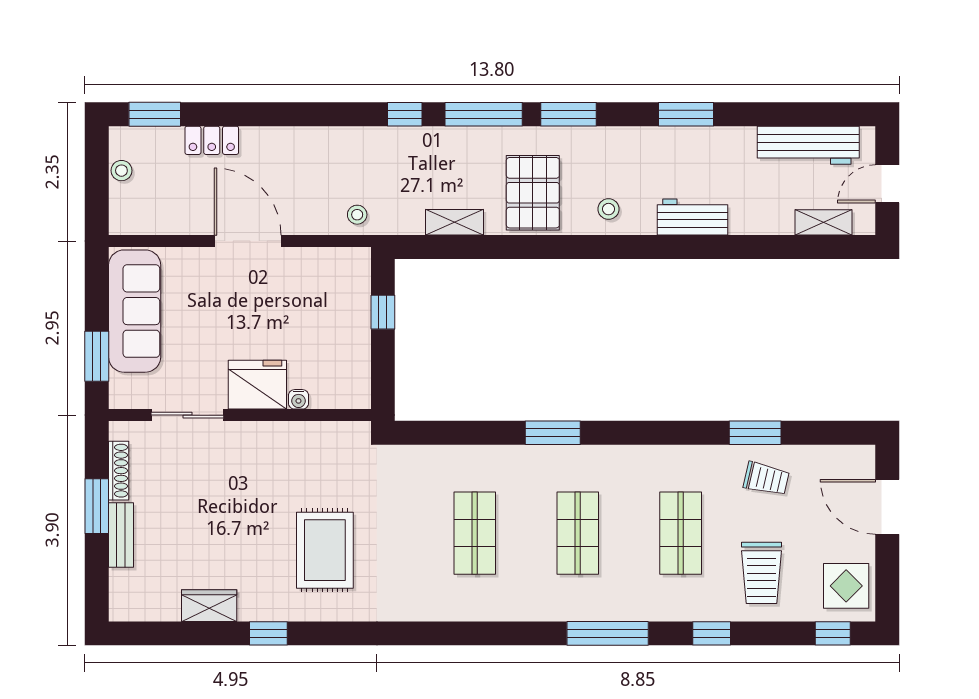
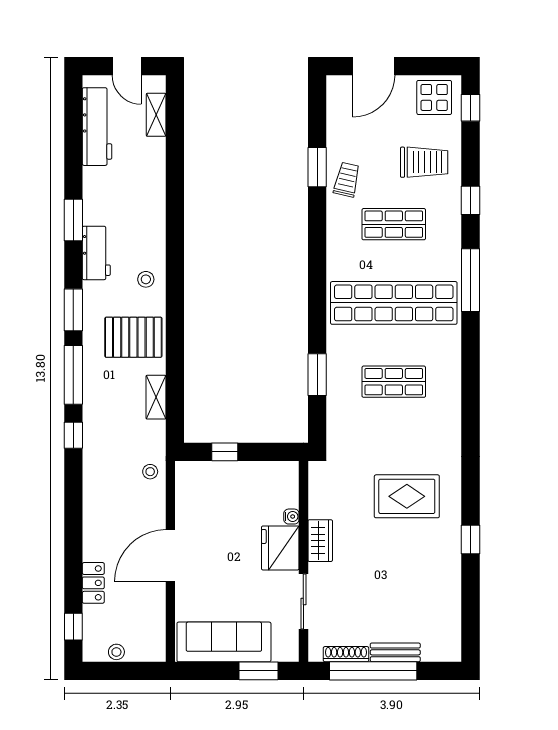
window: (155, 114) -> (73, 627), width x0.67
workbench: (692, 217) -> (96, 253), moved, turned 180
window: (553, 433) -> (317, 375), moved
trolley: (766, 479) -> (347, 180), moved
window: (97, 506) -> (373, 671), width x2.11
shop shelf: (578, 533) -> (394, 303), width x2.00, depth x1.36
wardrobe: (209, 606) -> (320, 541), moved, turned 180

